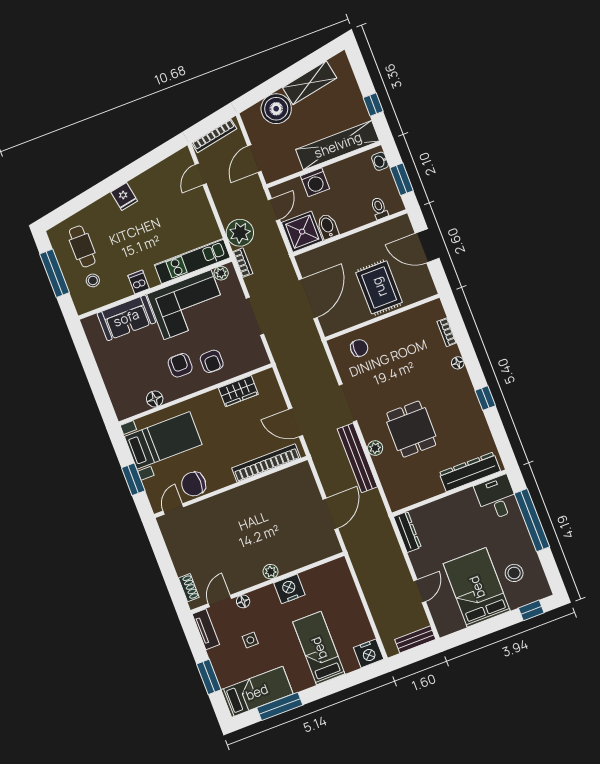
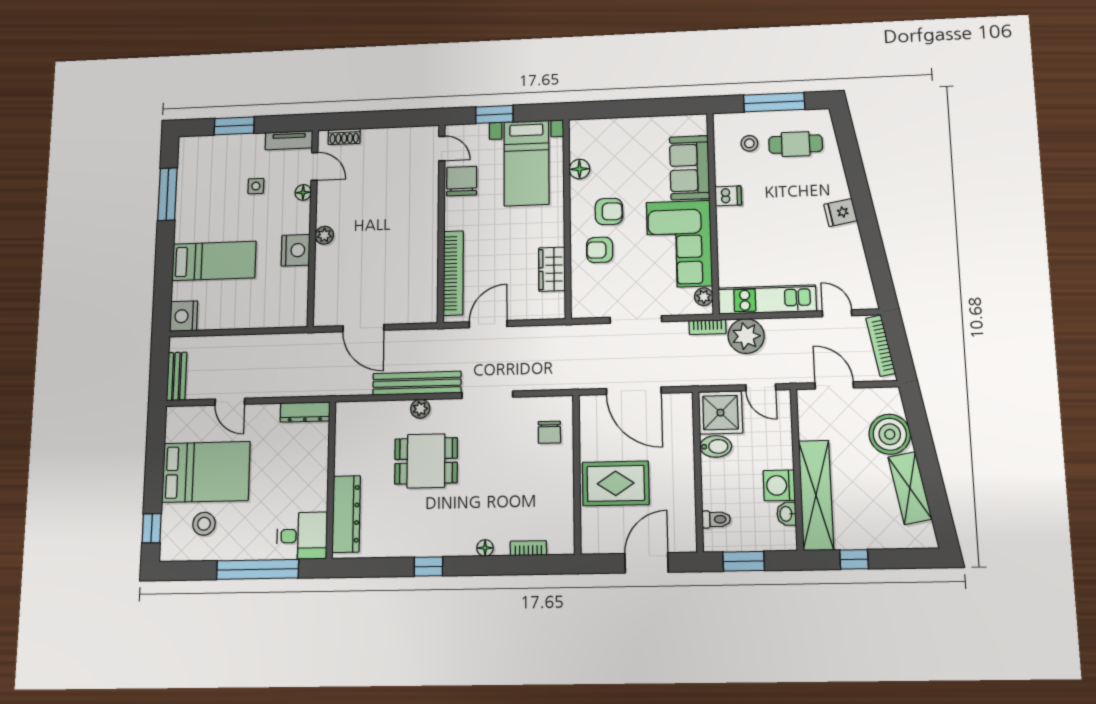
washbasin: (380, 161) -> (786, 514), moved, turned -90
washing machine: (315, 182) -> (779, 485), moved
kitchen unit: (192, 261) -> (767, 300), moved, turned -90
bed: (257, 692) -> (195, 174), removed

